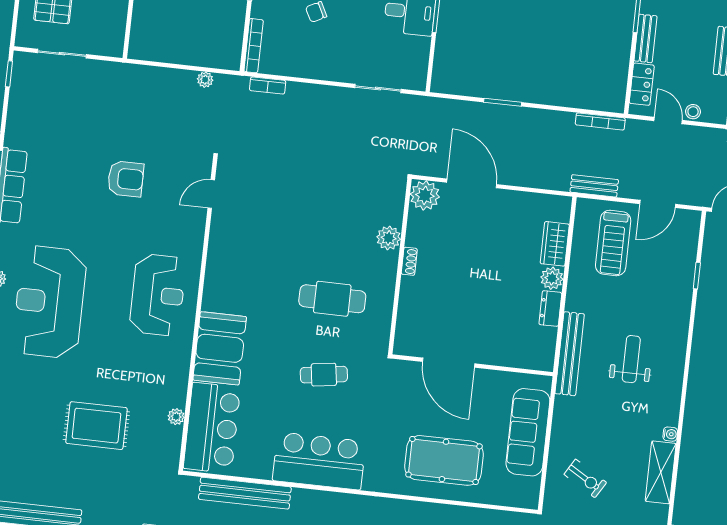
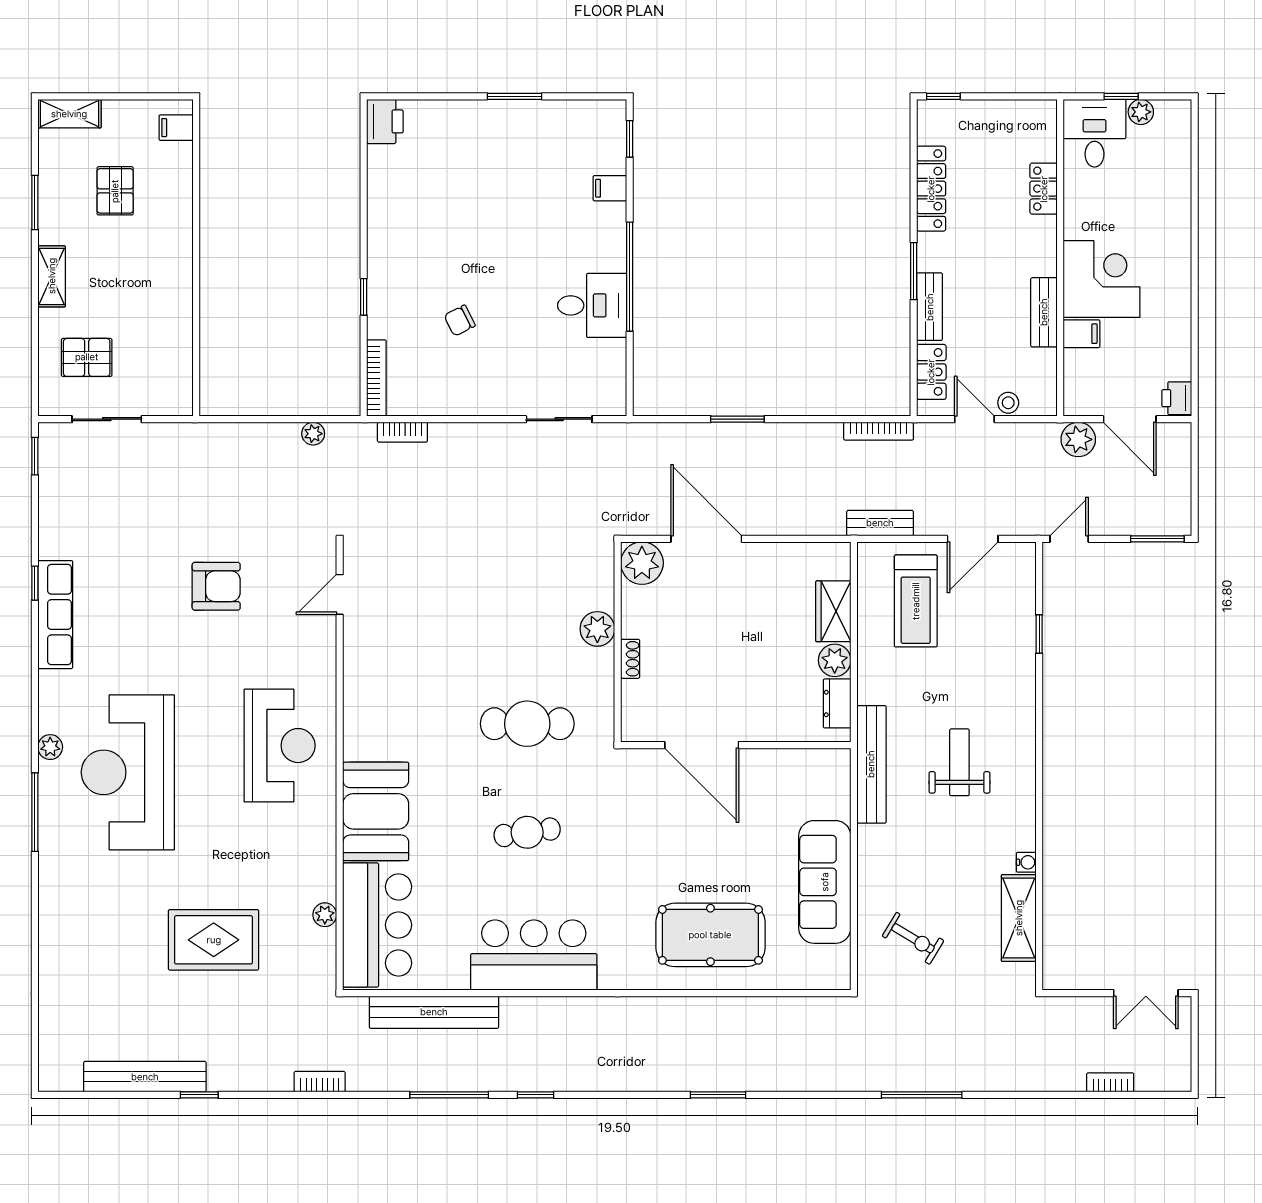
door: (449, 363) -> (702, 745), moved
wall: (472, 365) -> (736, 745), moved

